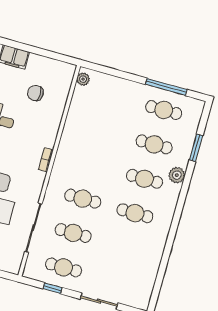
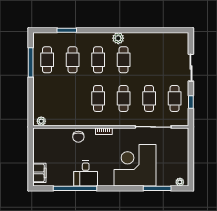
chair: (35, 93) -> (78, 137), moved
cafe table: (92, 164) -> (98, 98), added
plant: (177, 175) -> (118, 38), moved

